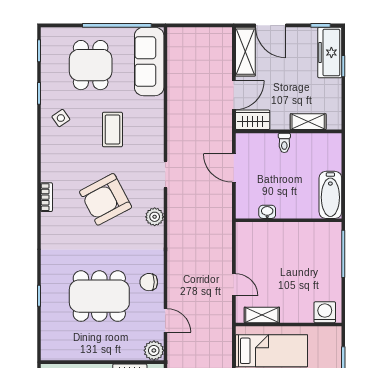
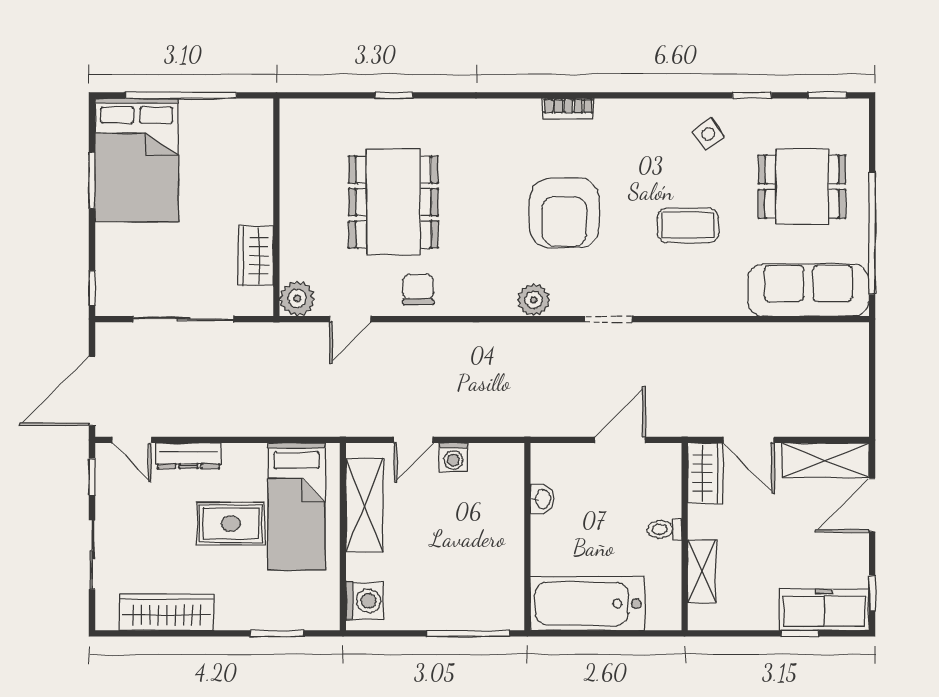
bathtub: (330, 195) -> (587, 604), width x1.36, depth x1.36
armchair: (106, 199) -> (564, 213), turned -152
washing machine: (244, 262) -> (453, 457), added
shelving: (262, 315) -> (365, 505), width x1.50, depth x1.33

